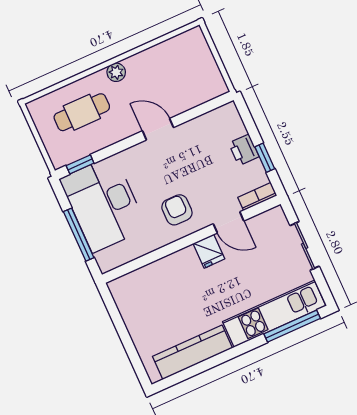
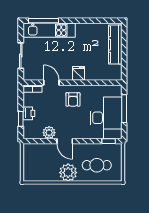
plant: (116, 72) -> (68, 173), width x1.87, depth x1.87
plant: (193, 132) -> (49, 133), added
window: (265, 158) -> (21, 119), moved
fridge: (209, 251) -> (79, 73), moved
kitchen counter: (192, 352) -> (115, 45), moved, turned 90

